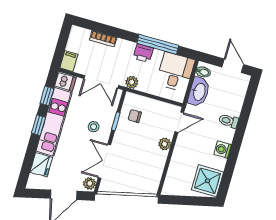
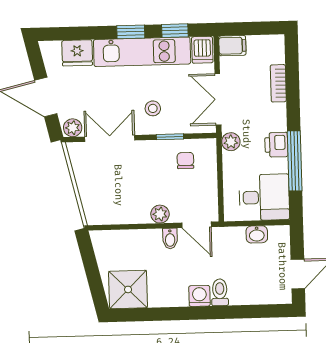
bidet: (203, 72) -> (170, 239), moved
washbasin: (199, 92) -> (257, 234), width x0.52, depth x0.69
washing machine: (223, 150) -> (199, 296), moved

